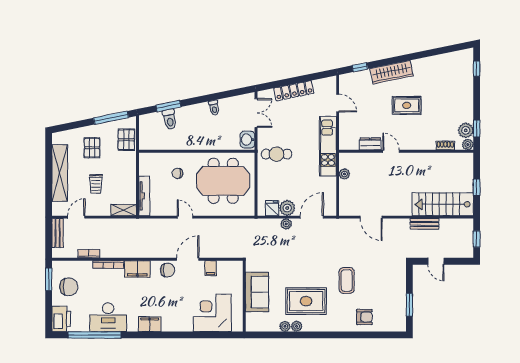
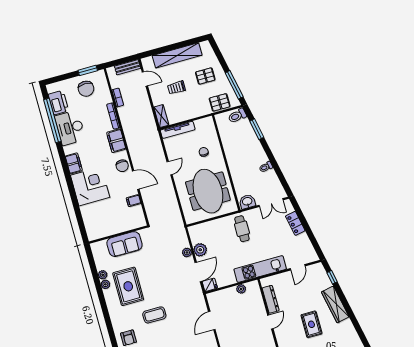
locker: (294, 91) -> (295, 223), width x0.66
toilet: (170, 119) -> (237, 116), moved
dresser: (370, 144) -> (271, 299), width x1.44
fridge: (272, 208) -> (210, 285), moved
door: (312, 217) -> (198, 272), hinge flipped
corner desk: (212, 313) -> (90, 186), moved
printer: (61, 319) -> (58, 103), moved, turned -90

